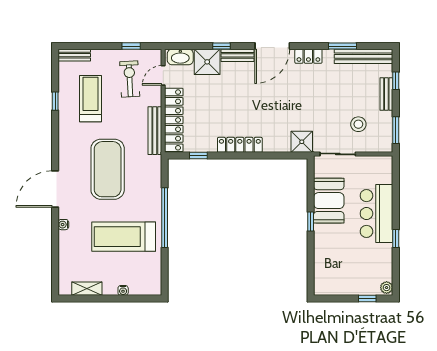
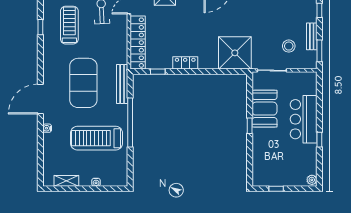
bench: (386, 94) -> (312, 36), moved
bench: (155, 131) -> (122, 84), moved
shower: (302, 142) -> (235, 53), width x1.86, depth x1.86
locker: (240, 145) -> (185, 63), width x0.66
window: (367, 298) -> (276, 189), moved

